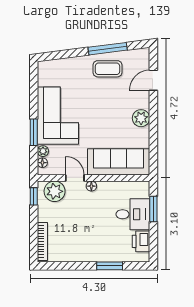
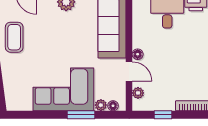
door: (75, 178) -> (129, 72), swing flipped
plant: (55, 191) -> (138, 93), width x0.53, depth x0.53
window: (34, 196) -> (163, 115), moved

